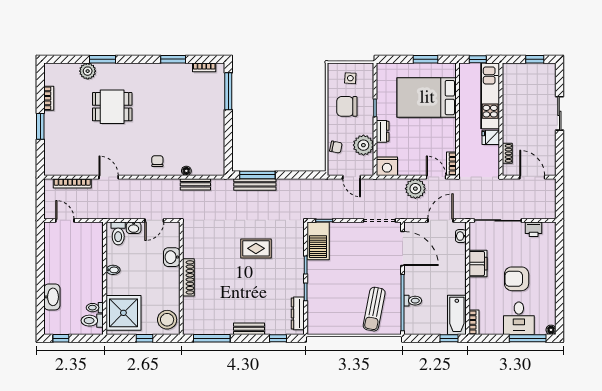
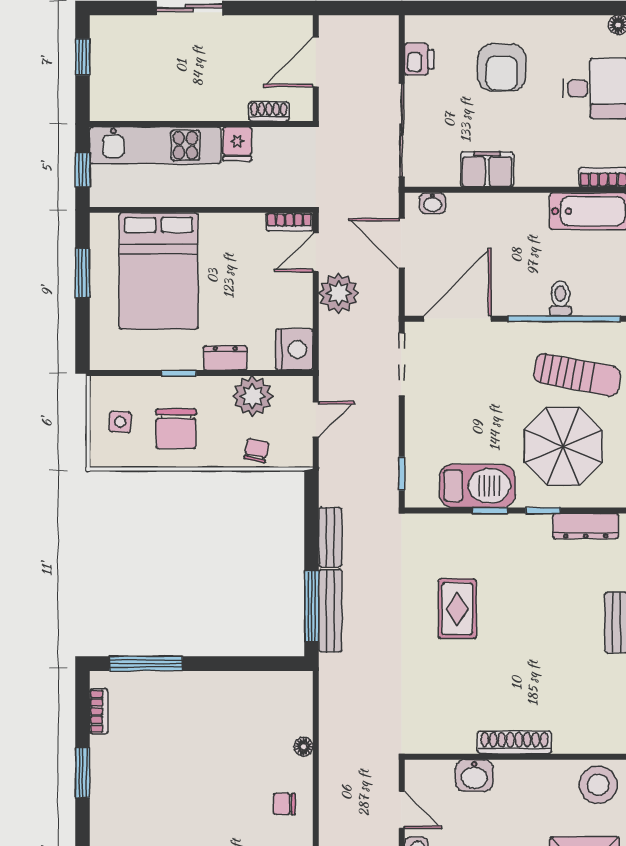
bench: (195, 184) -> (330, 537), moved
barbecue: (318, 241) -> (477, 486), moved
armchair: (517, 279) -> (502, 68), moved
parasol: (338, 302) -> (563, 446), added

